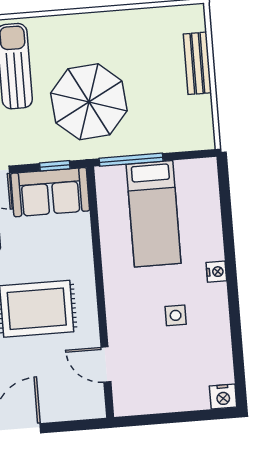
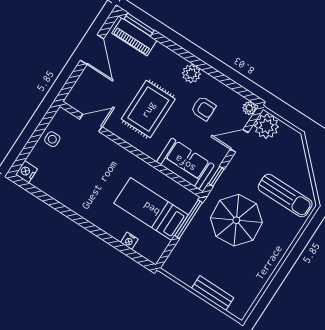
sofa: (50, 192) -> (185, 164), moved, turned 90
nightstand: (216, 272) -> (129, 241), moved
side table: (176, 315) -> (52, 139), moved

